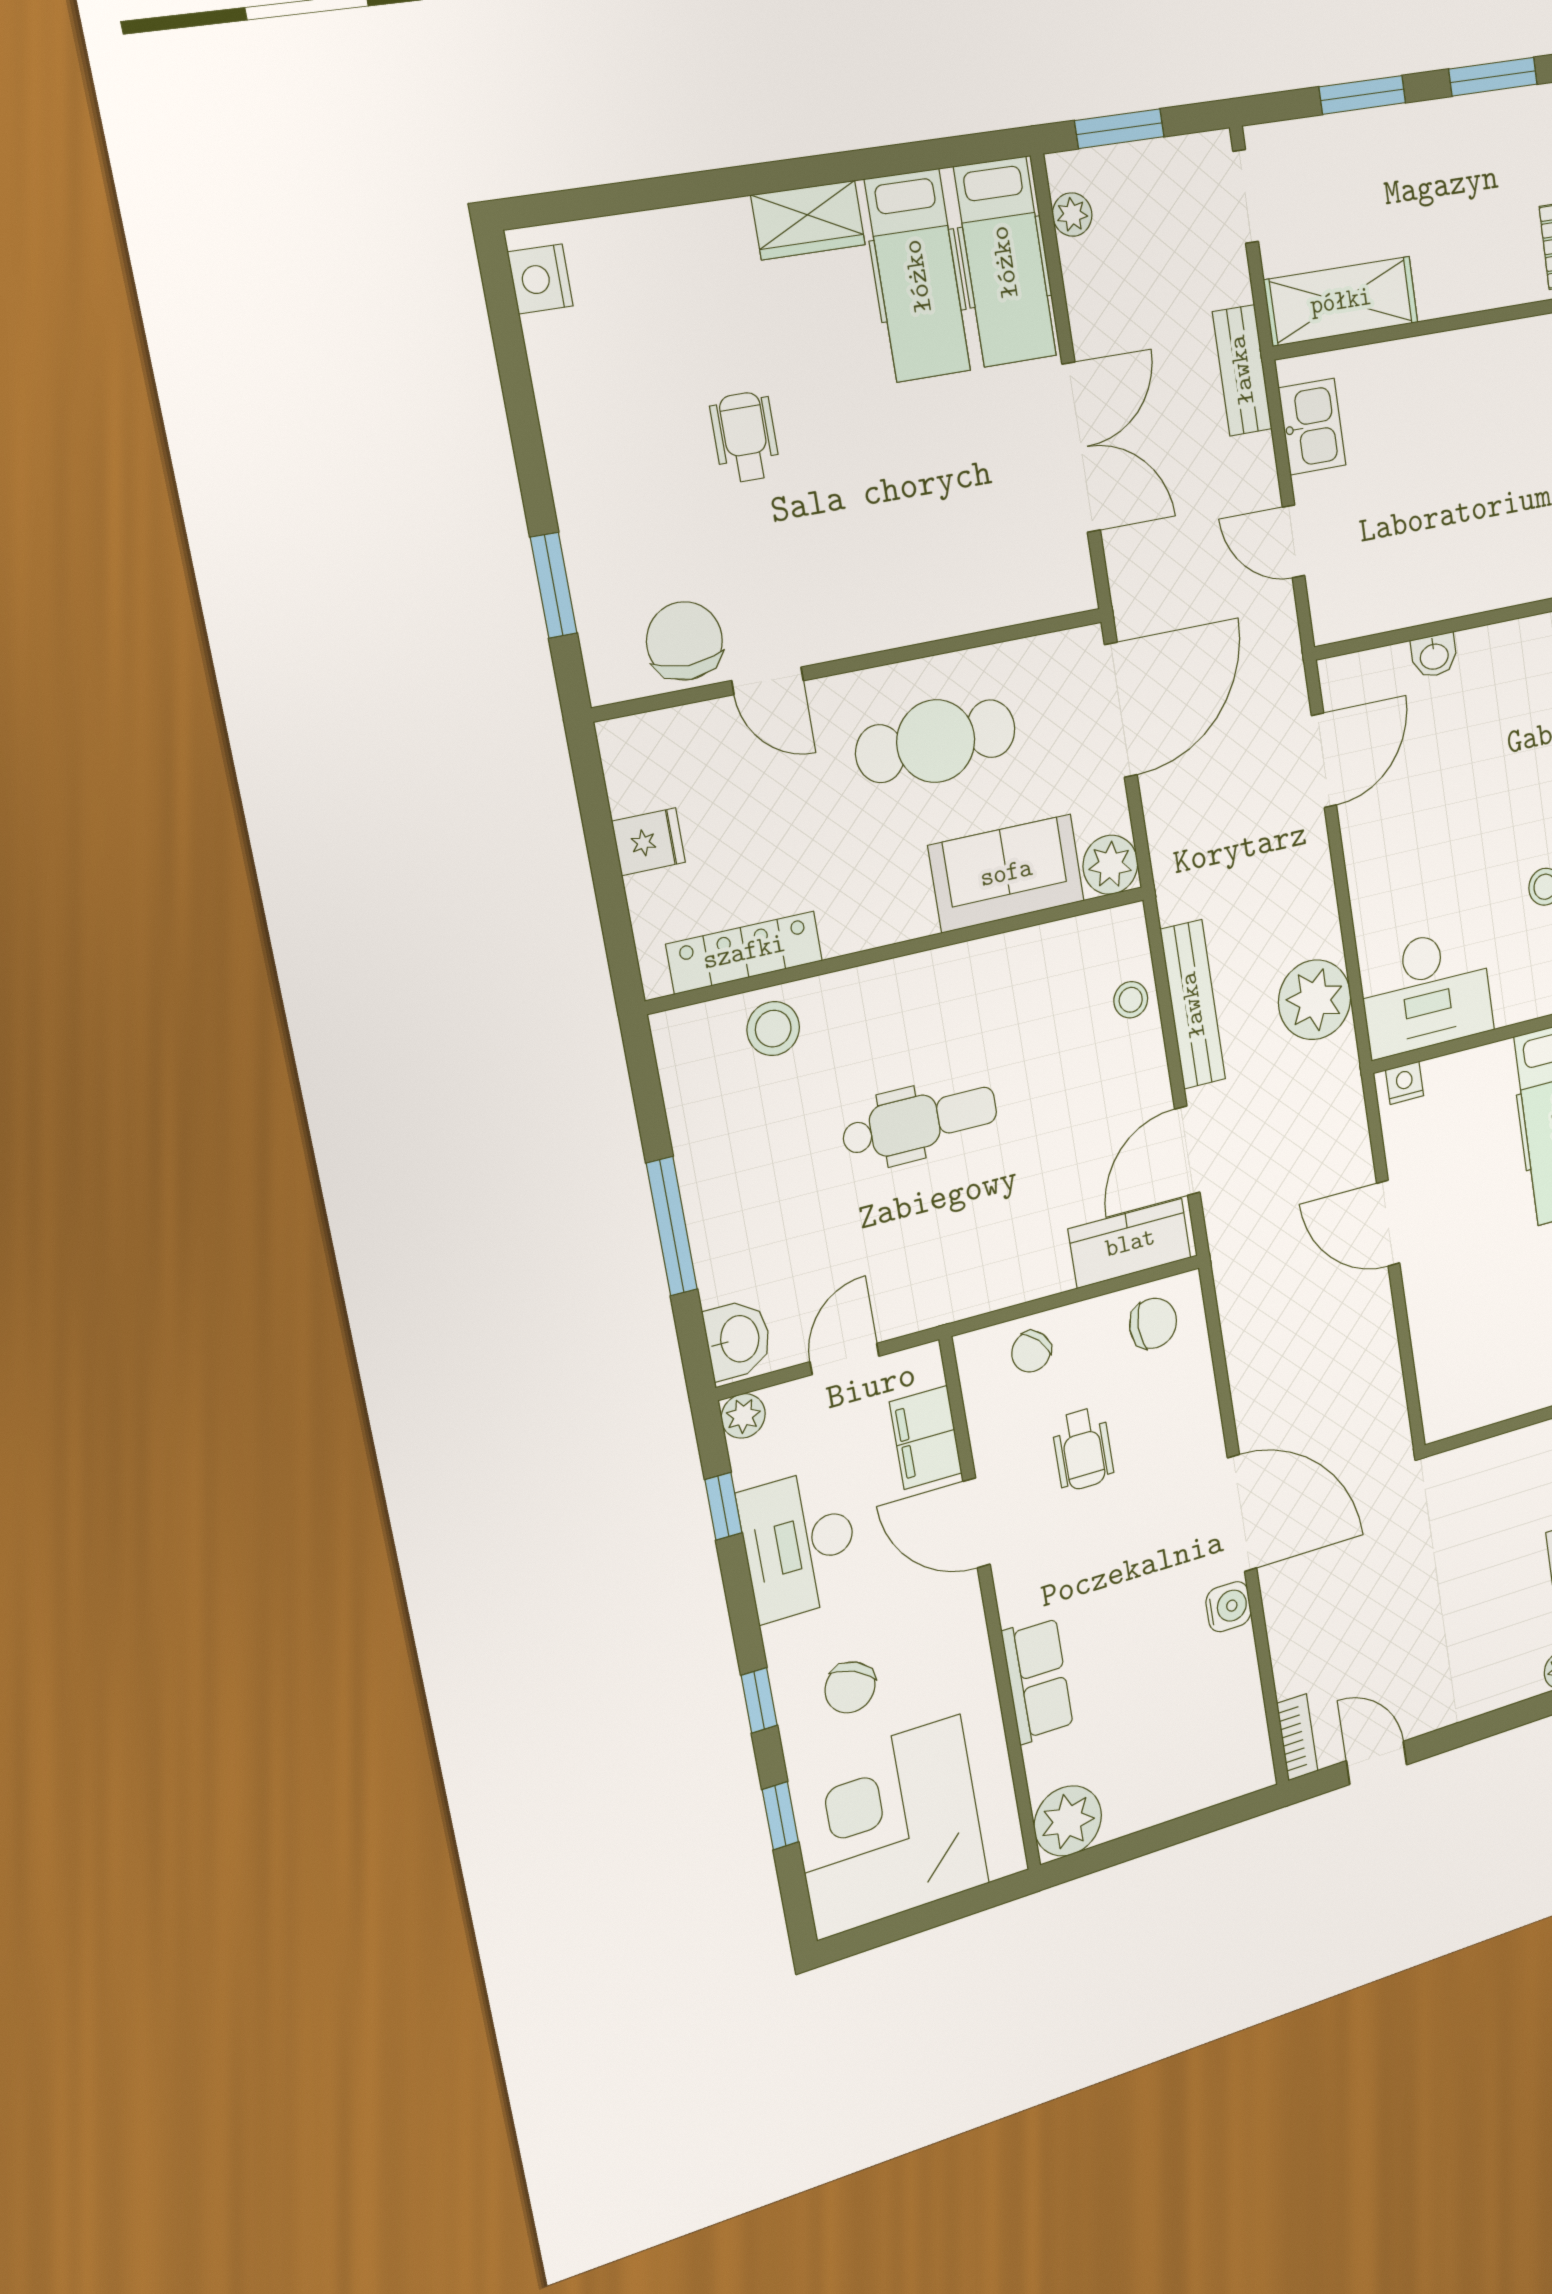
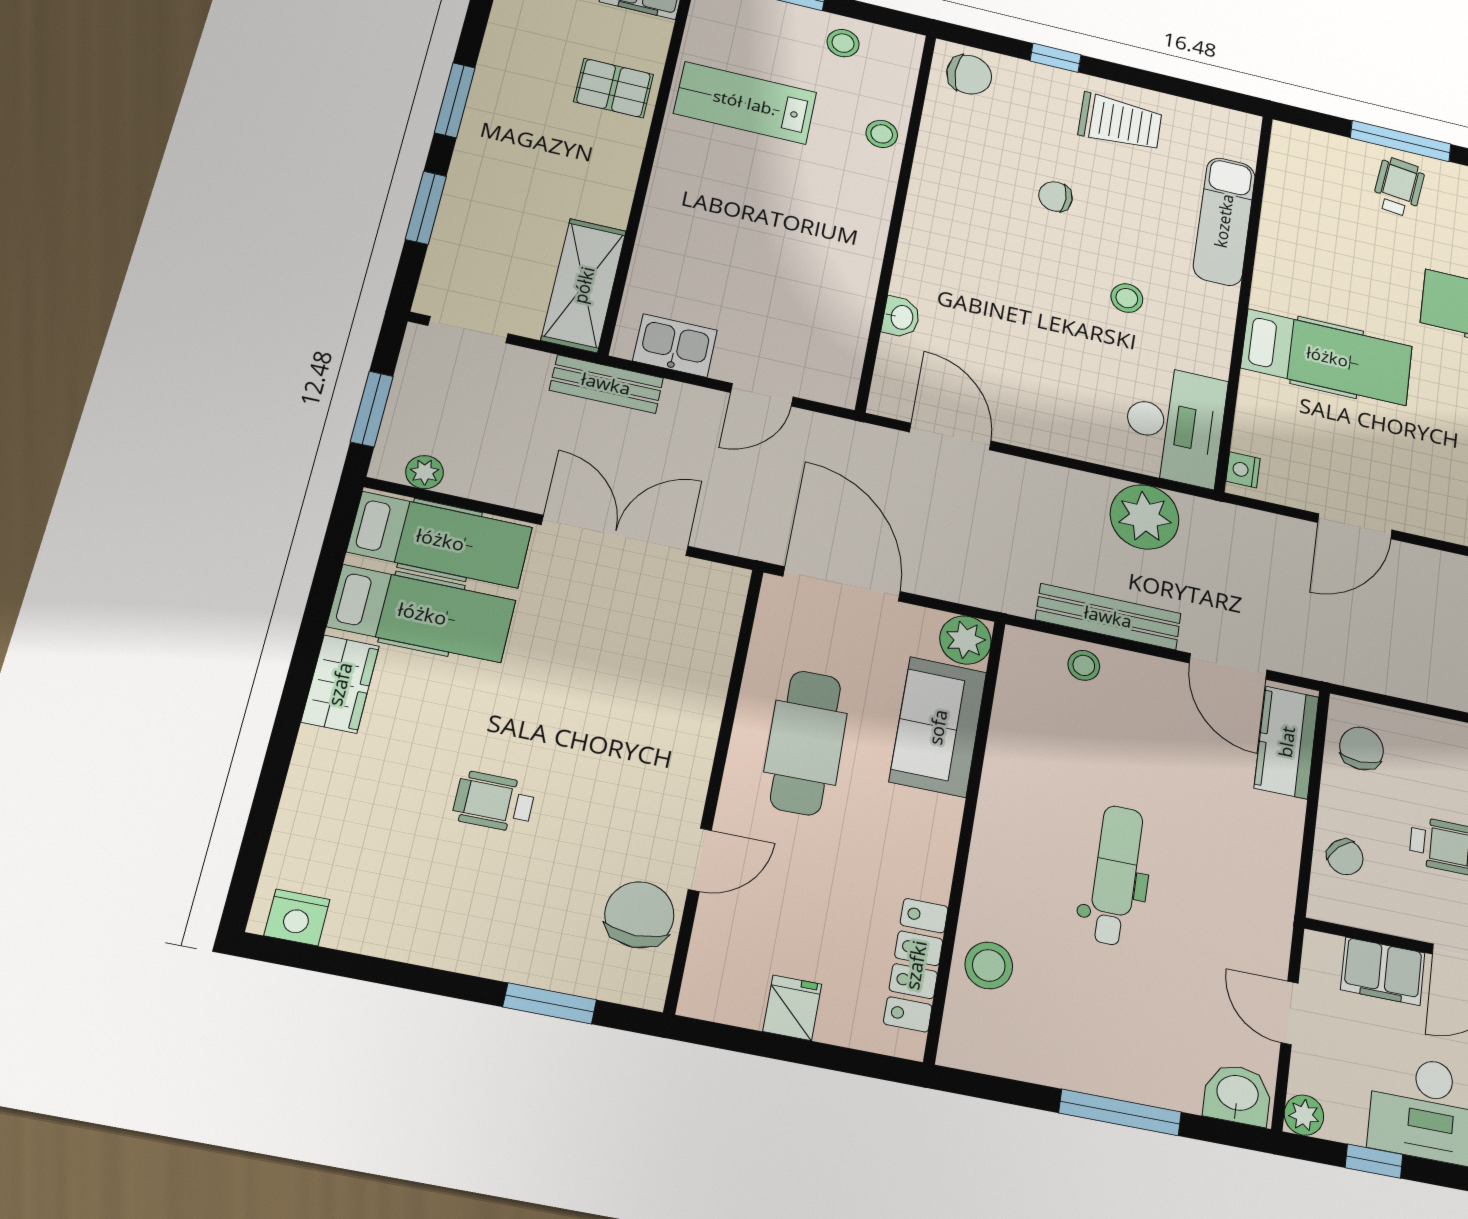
chair: (684, 641) -> (639, 915), turned 90

